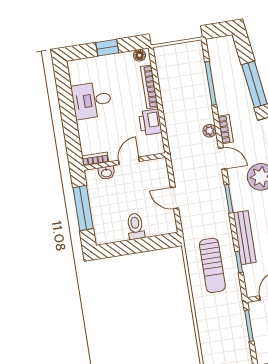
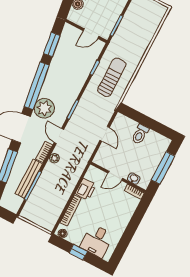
desk: (92, 100) -> (97, 241), moved, turned 90
bench: (245, 238) -> (29, 179), moved

